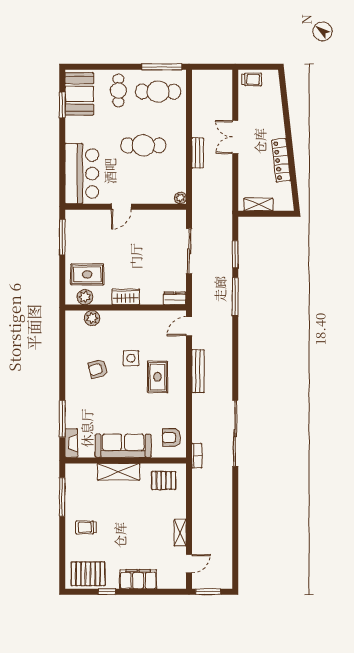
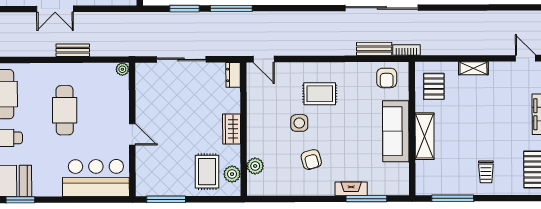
bench: (198, 371) -> (374, 49), moved, width x0.73
fireplace: (71, 443) -> (351, 189), moved
shelving: (180, 533) -> (473, 68), moved

